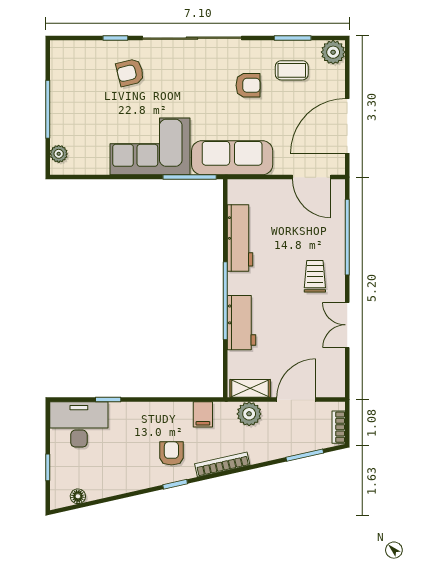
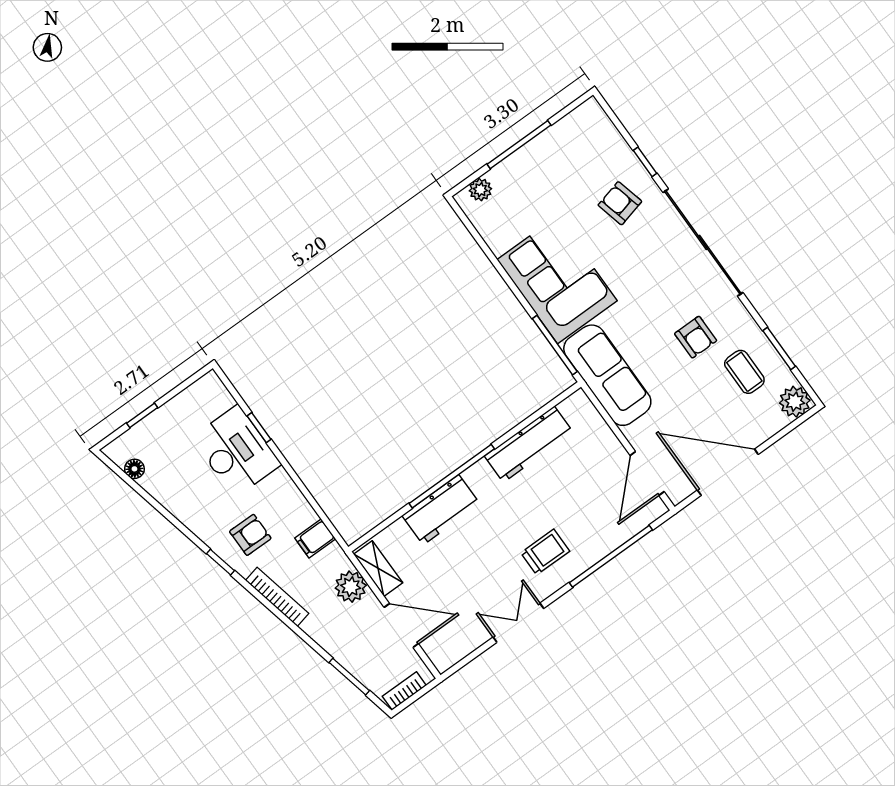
desk: (79, 424) -> (236, 451), moved

